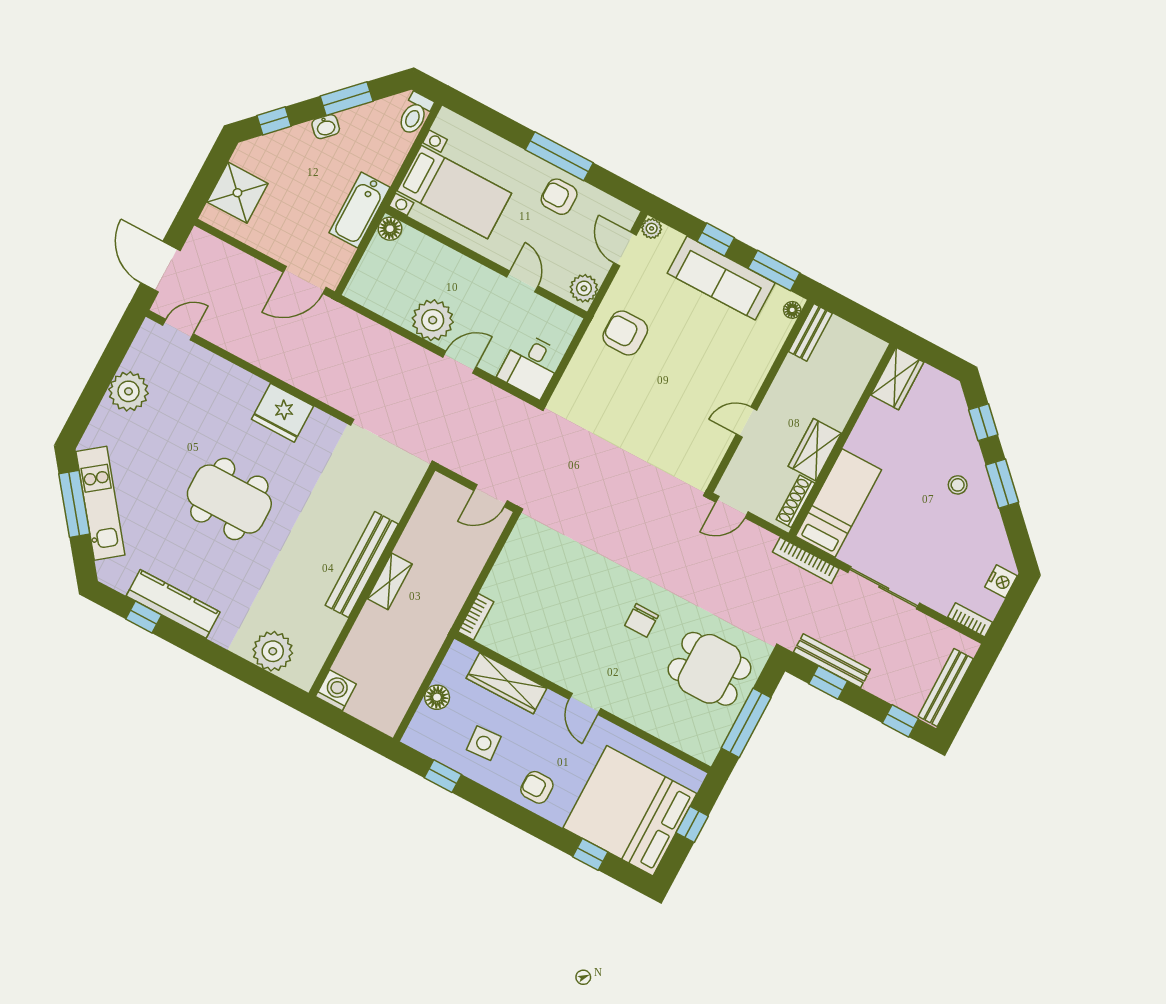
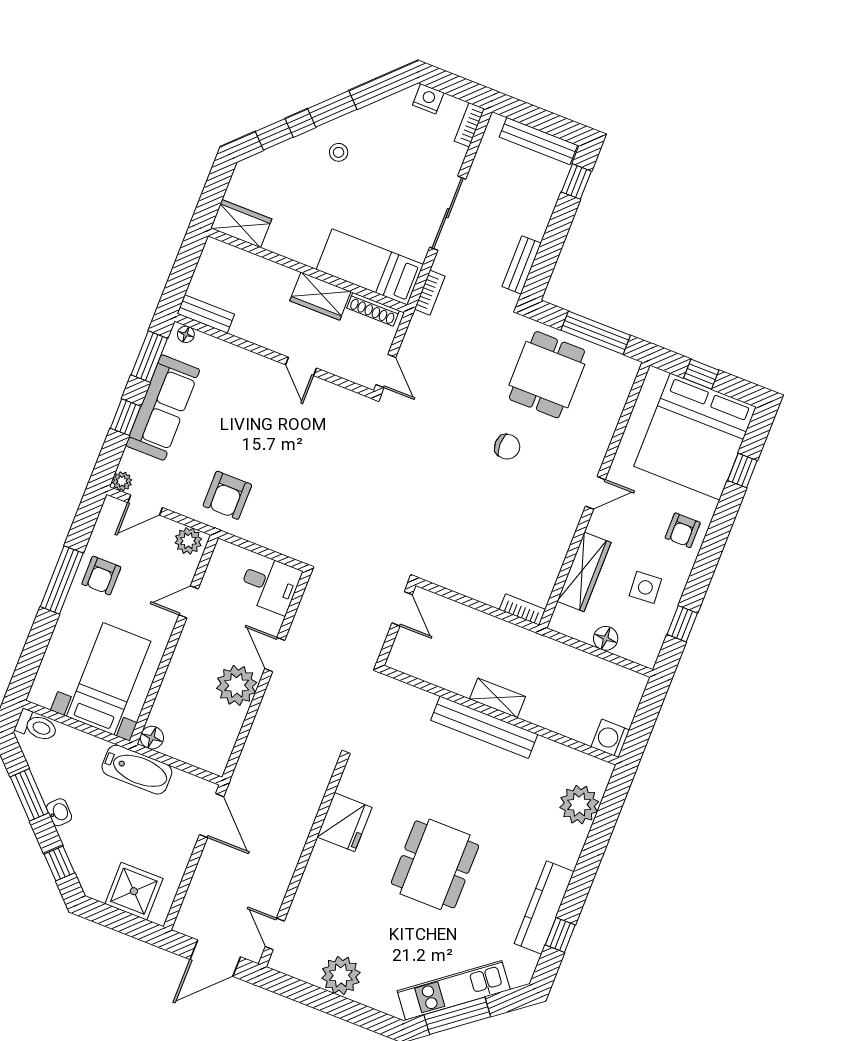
bookcase: (806, 560) -> (430, 293), width x0.64
bench: (832, 661) -> (522, 265), width x0.73
window: (828, 683) -> (547, 257), removed

